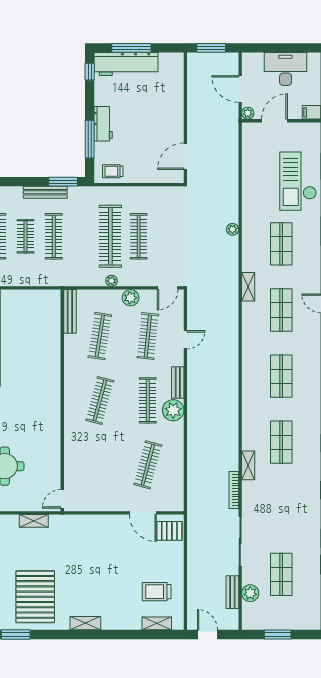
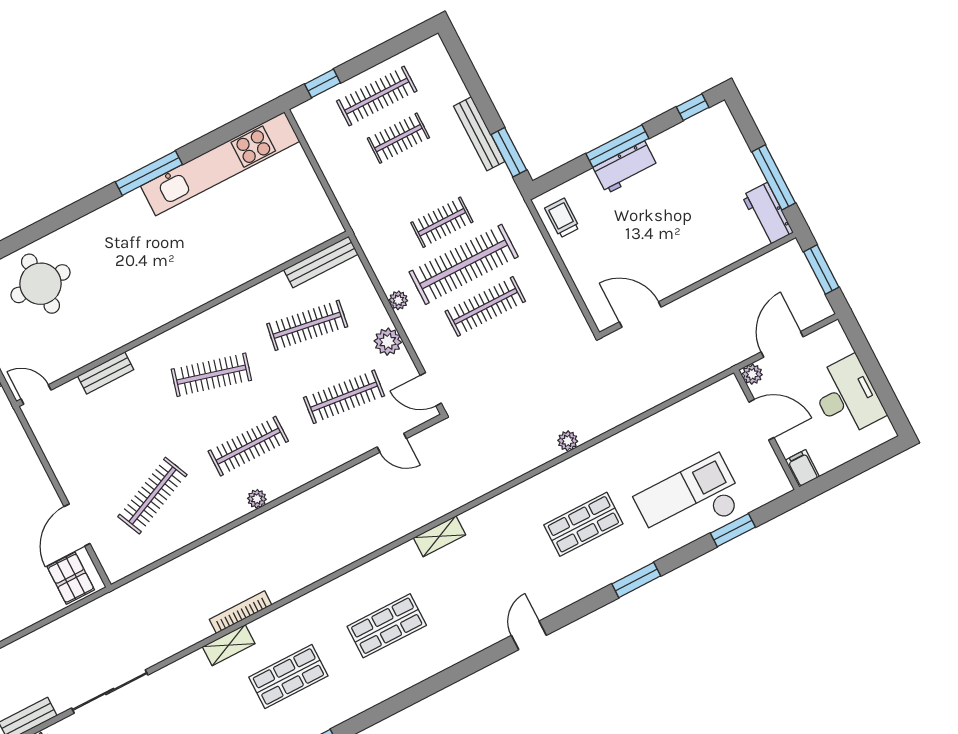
window: (131, 48) -> (774, 177), moved
workbench: (126, 64) -> (768, 214), moved, width x0.53, depth x0.76
window: (90, 139) -> (617, 146), moved
clothes rail: (54, 236) -> (442, 222), moved, width x0.73
shelving: (248, 287) -> (439, 536), moved
shop shelf: (281, 310) -> (485, 575), removed
door: (185, 340) -> (392, 443), moved
bench: (178, 382) -> (106, 373), moved
plant: (173, 410) -> (257, 499), width x0.53, depth x0.53
clothes rail: (148, 465) -> (152, 496), turned -39
bookcase: (234, 490) -> (240, 612), moved

